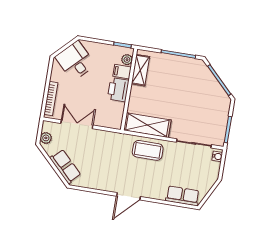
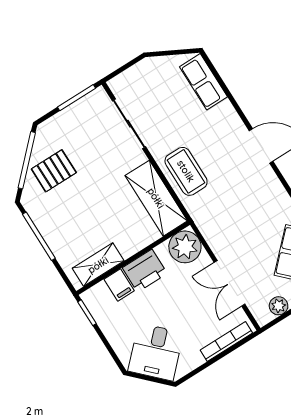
plant: (127, 60) -> (185, 247), moved, width x1.87, depth x1.87
pallet: (203, 88) -> (54, 171), added
water cooler: (217, 156) -> (120, 82), removed

